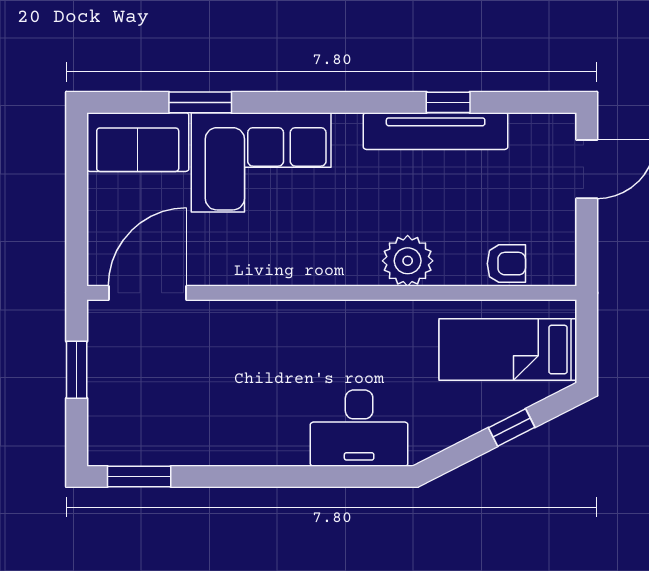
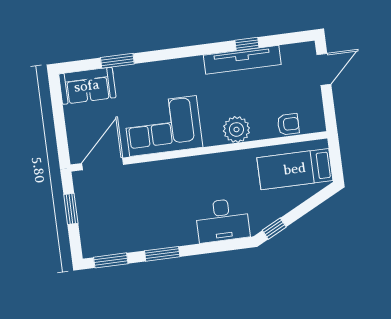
corner sofa: (261, 162) -> (163, 126), moved, turned 180
window: (512, 428) -> (274, 229), moved
window: (237, 477) -> (162, 254), added

